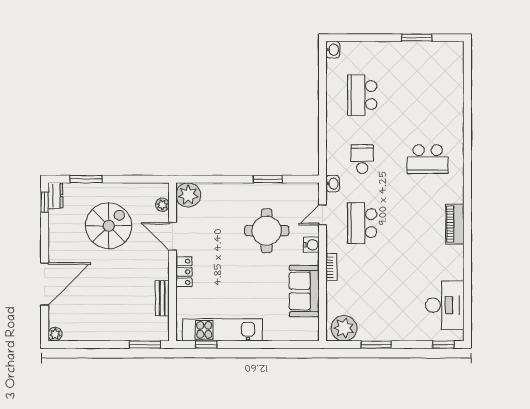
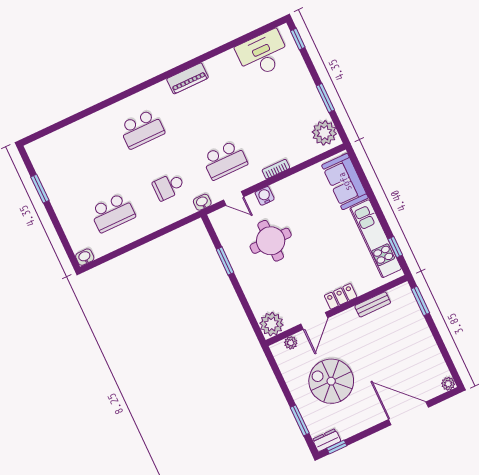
school desk: (428, 159) -> (142, 129), turned 90
sofa: (304, 291) -> (345, 182), moved, turned 90

